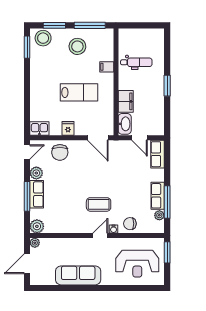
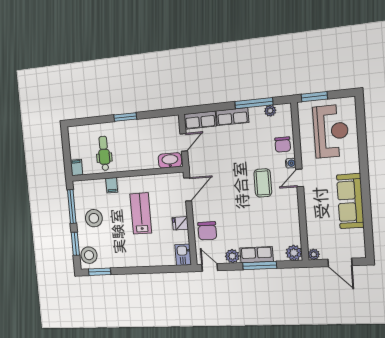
filing cabinet: (126, 101) -> (76, 167), moved, width x0.50
chair: (60, 152) -> (207, 231), turned 90
row of seats: (158, 196) -> (232, 117), moved
door: (100, 236) -> (300, 178), hinge flipped

